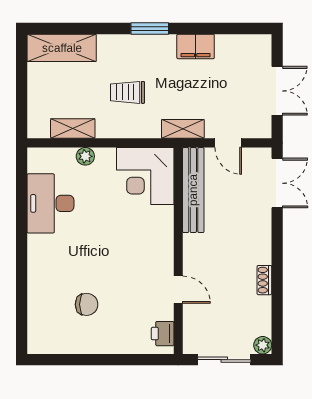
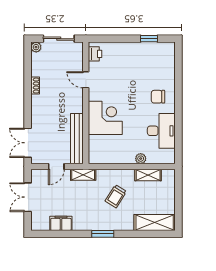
filing cabinet: (196, 46) -> (61, 223), moved
trolley: (127, 92) -> (116, 196), turned 122
door: (228, 143) -> (56, 166), swing flipped
corner desk: (145, 176) -> (105, 118), moved
chair: (87, 304) -> (158, 97), moved
window: (71, 360) -> (149, 39), added

